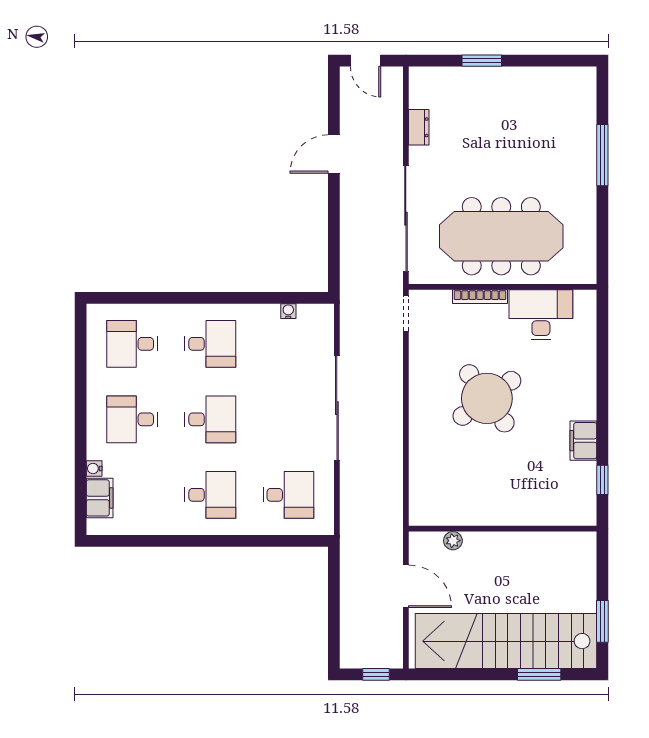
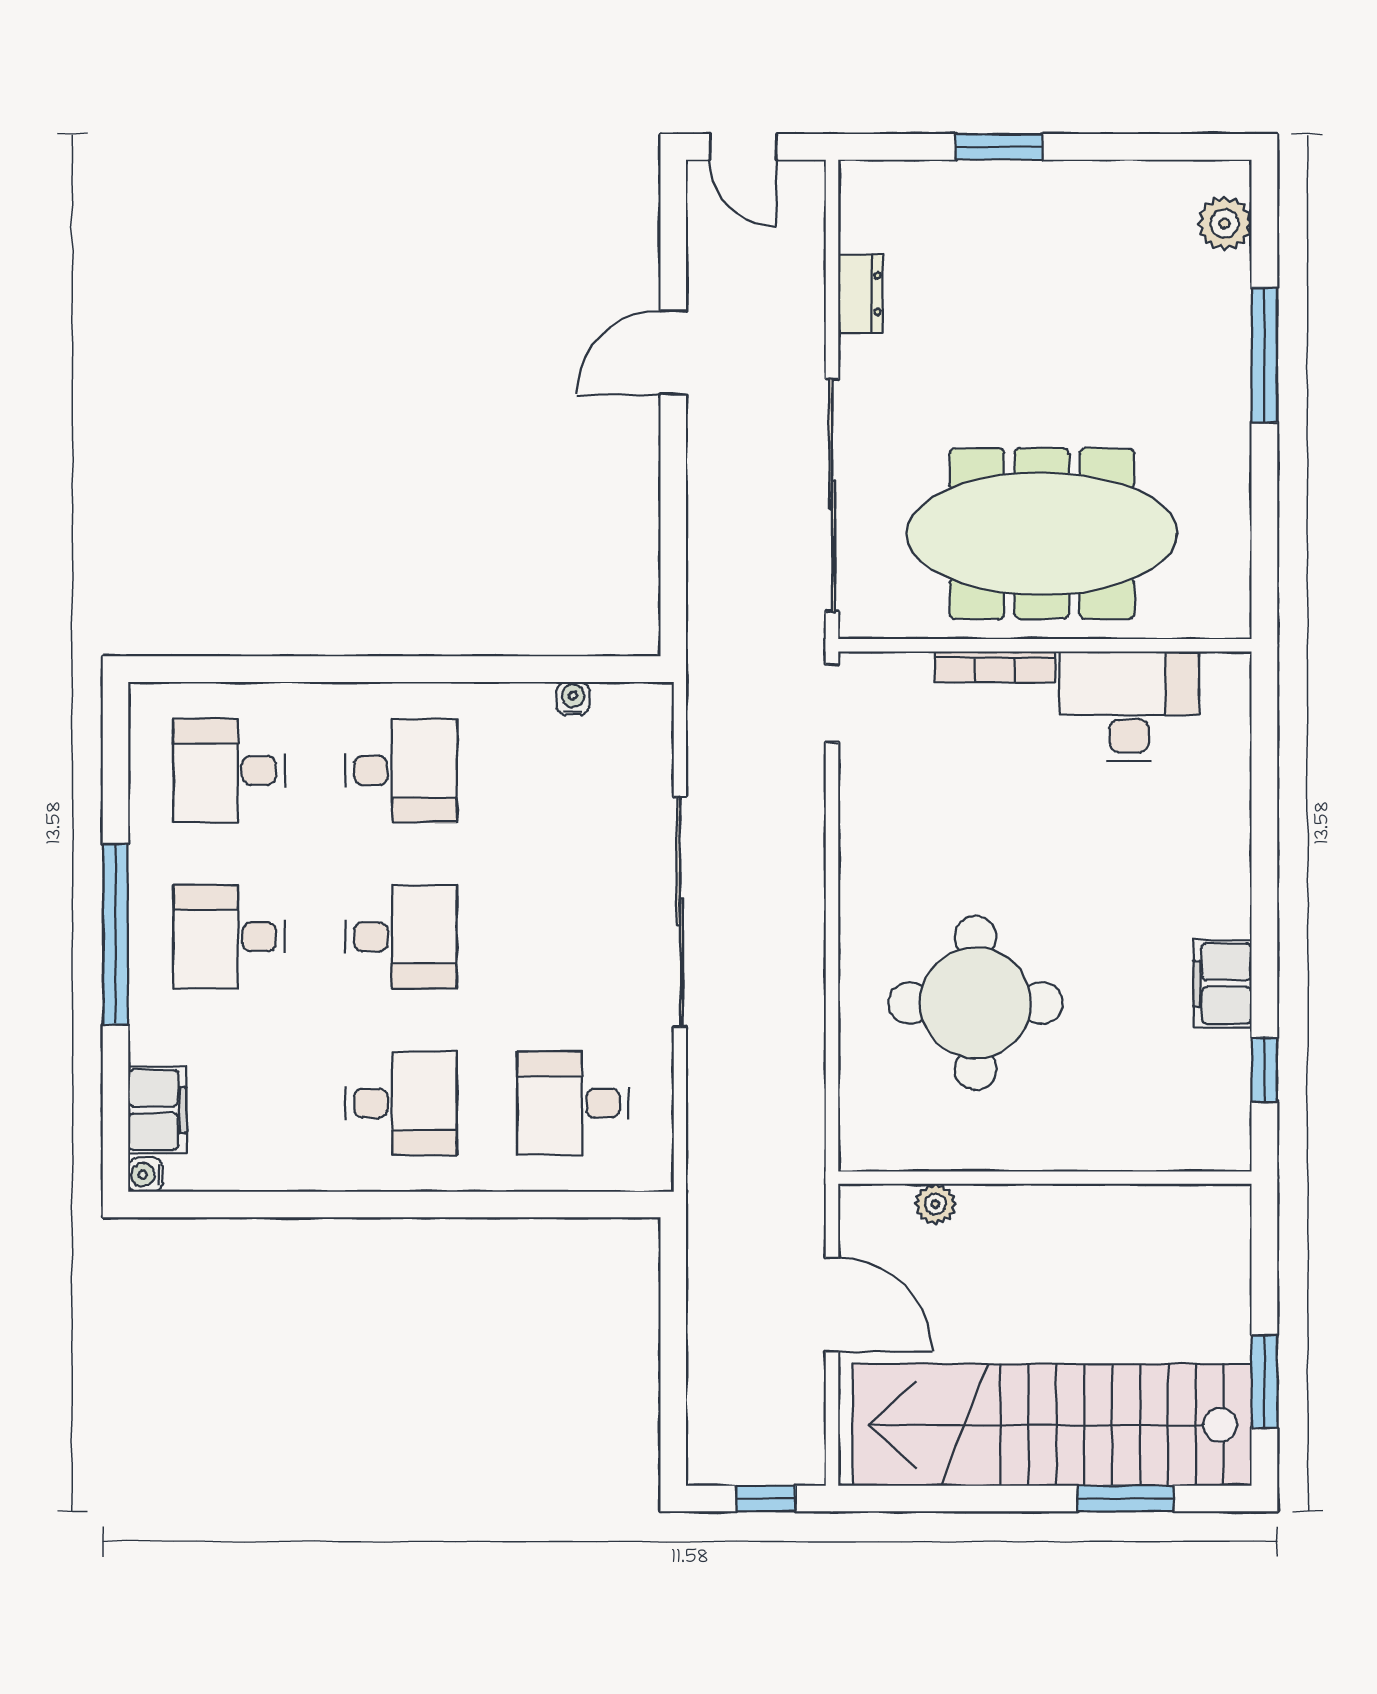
plant: (584, 95) -> (1225, 223), added
round table: (487, 398) -> (976, 1003), moved, turned 36
window: (81, 418) -> (116, 934), added
water cooler: (94, 468) -> (145, 1175), moved
desk: (288, 495) -> (573, 1103), turned 180

